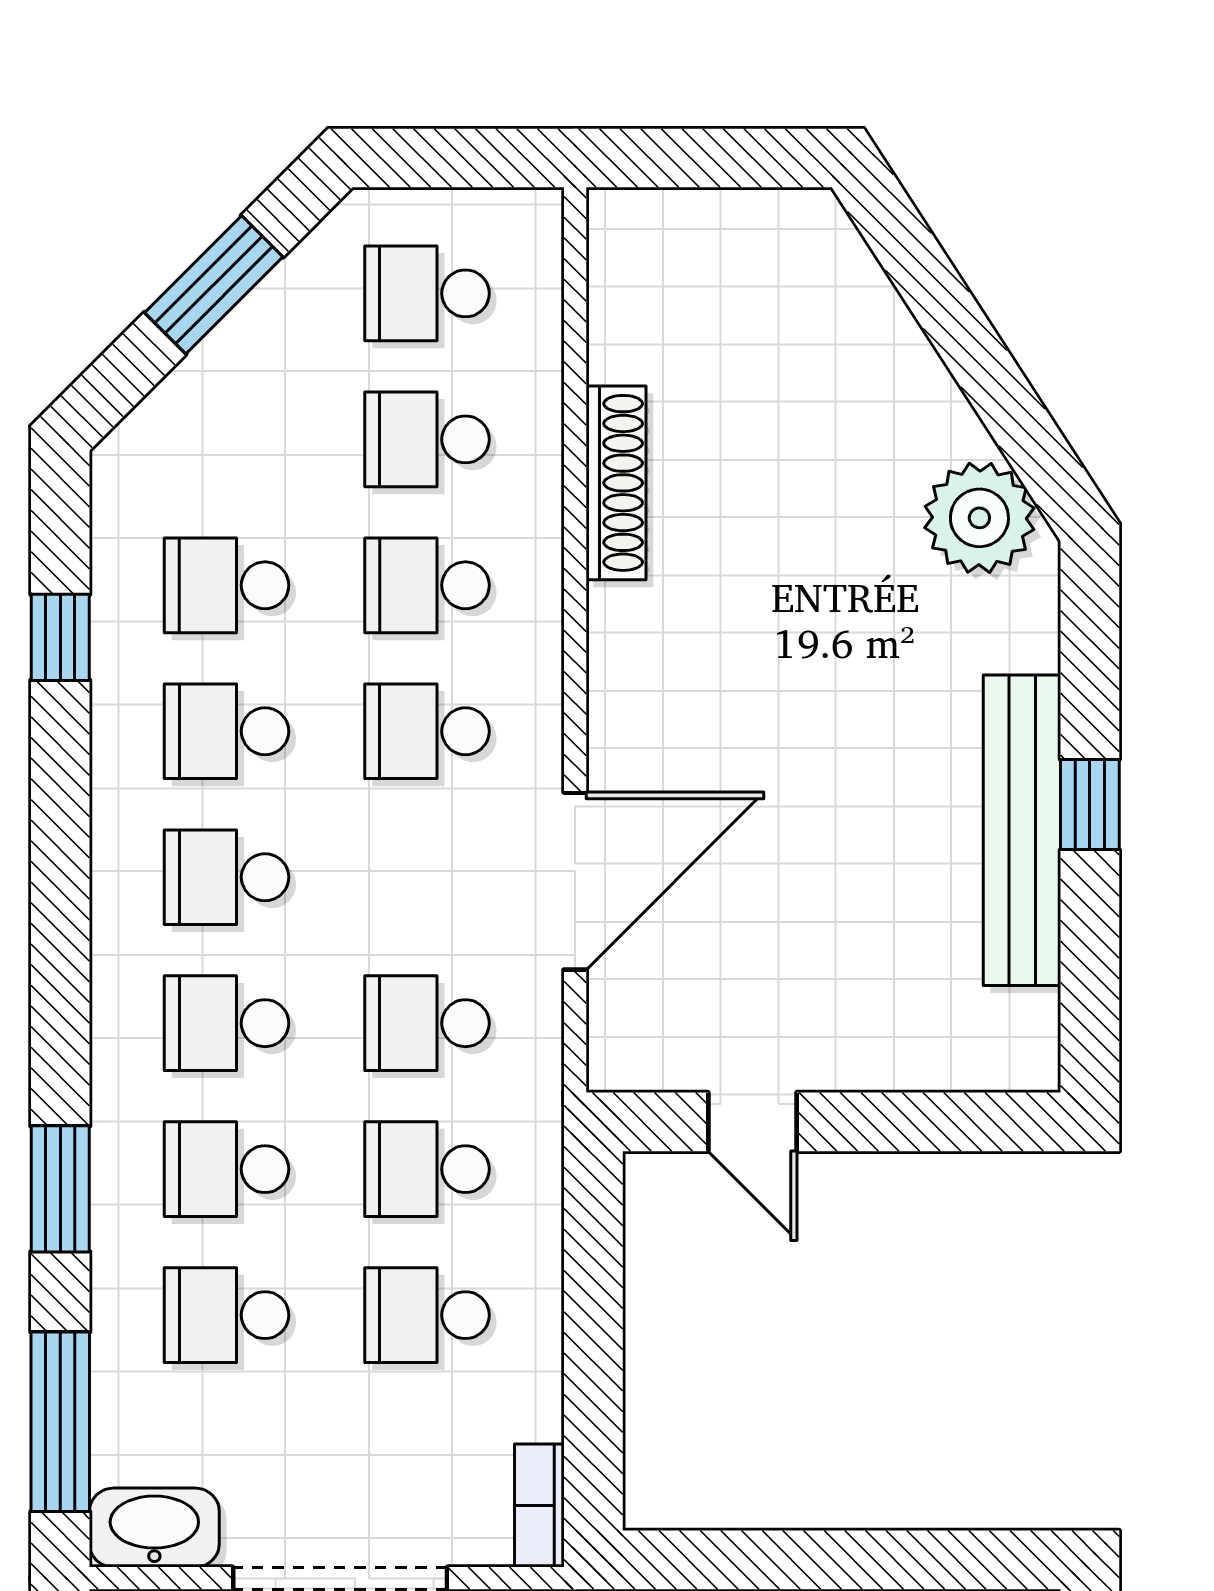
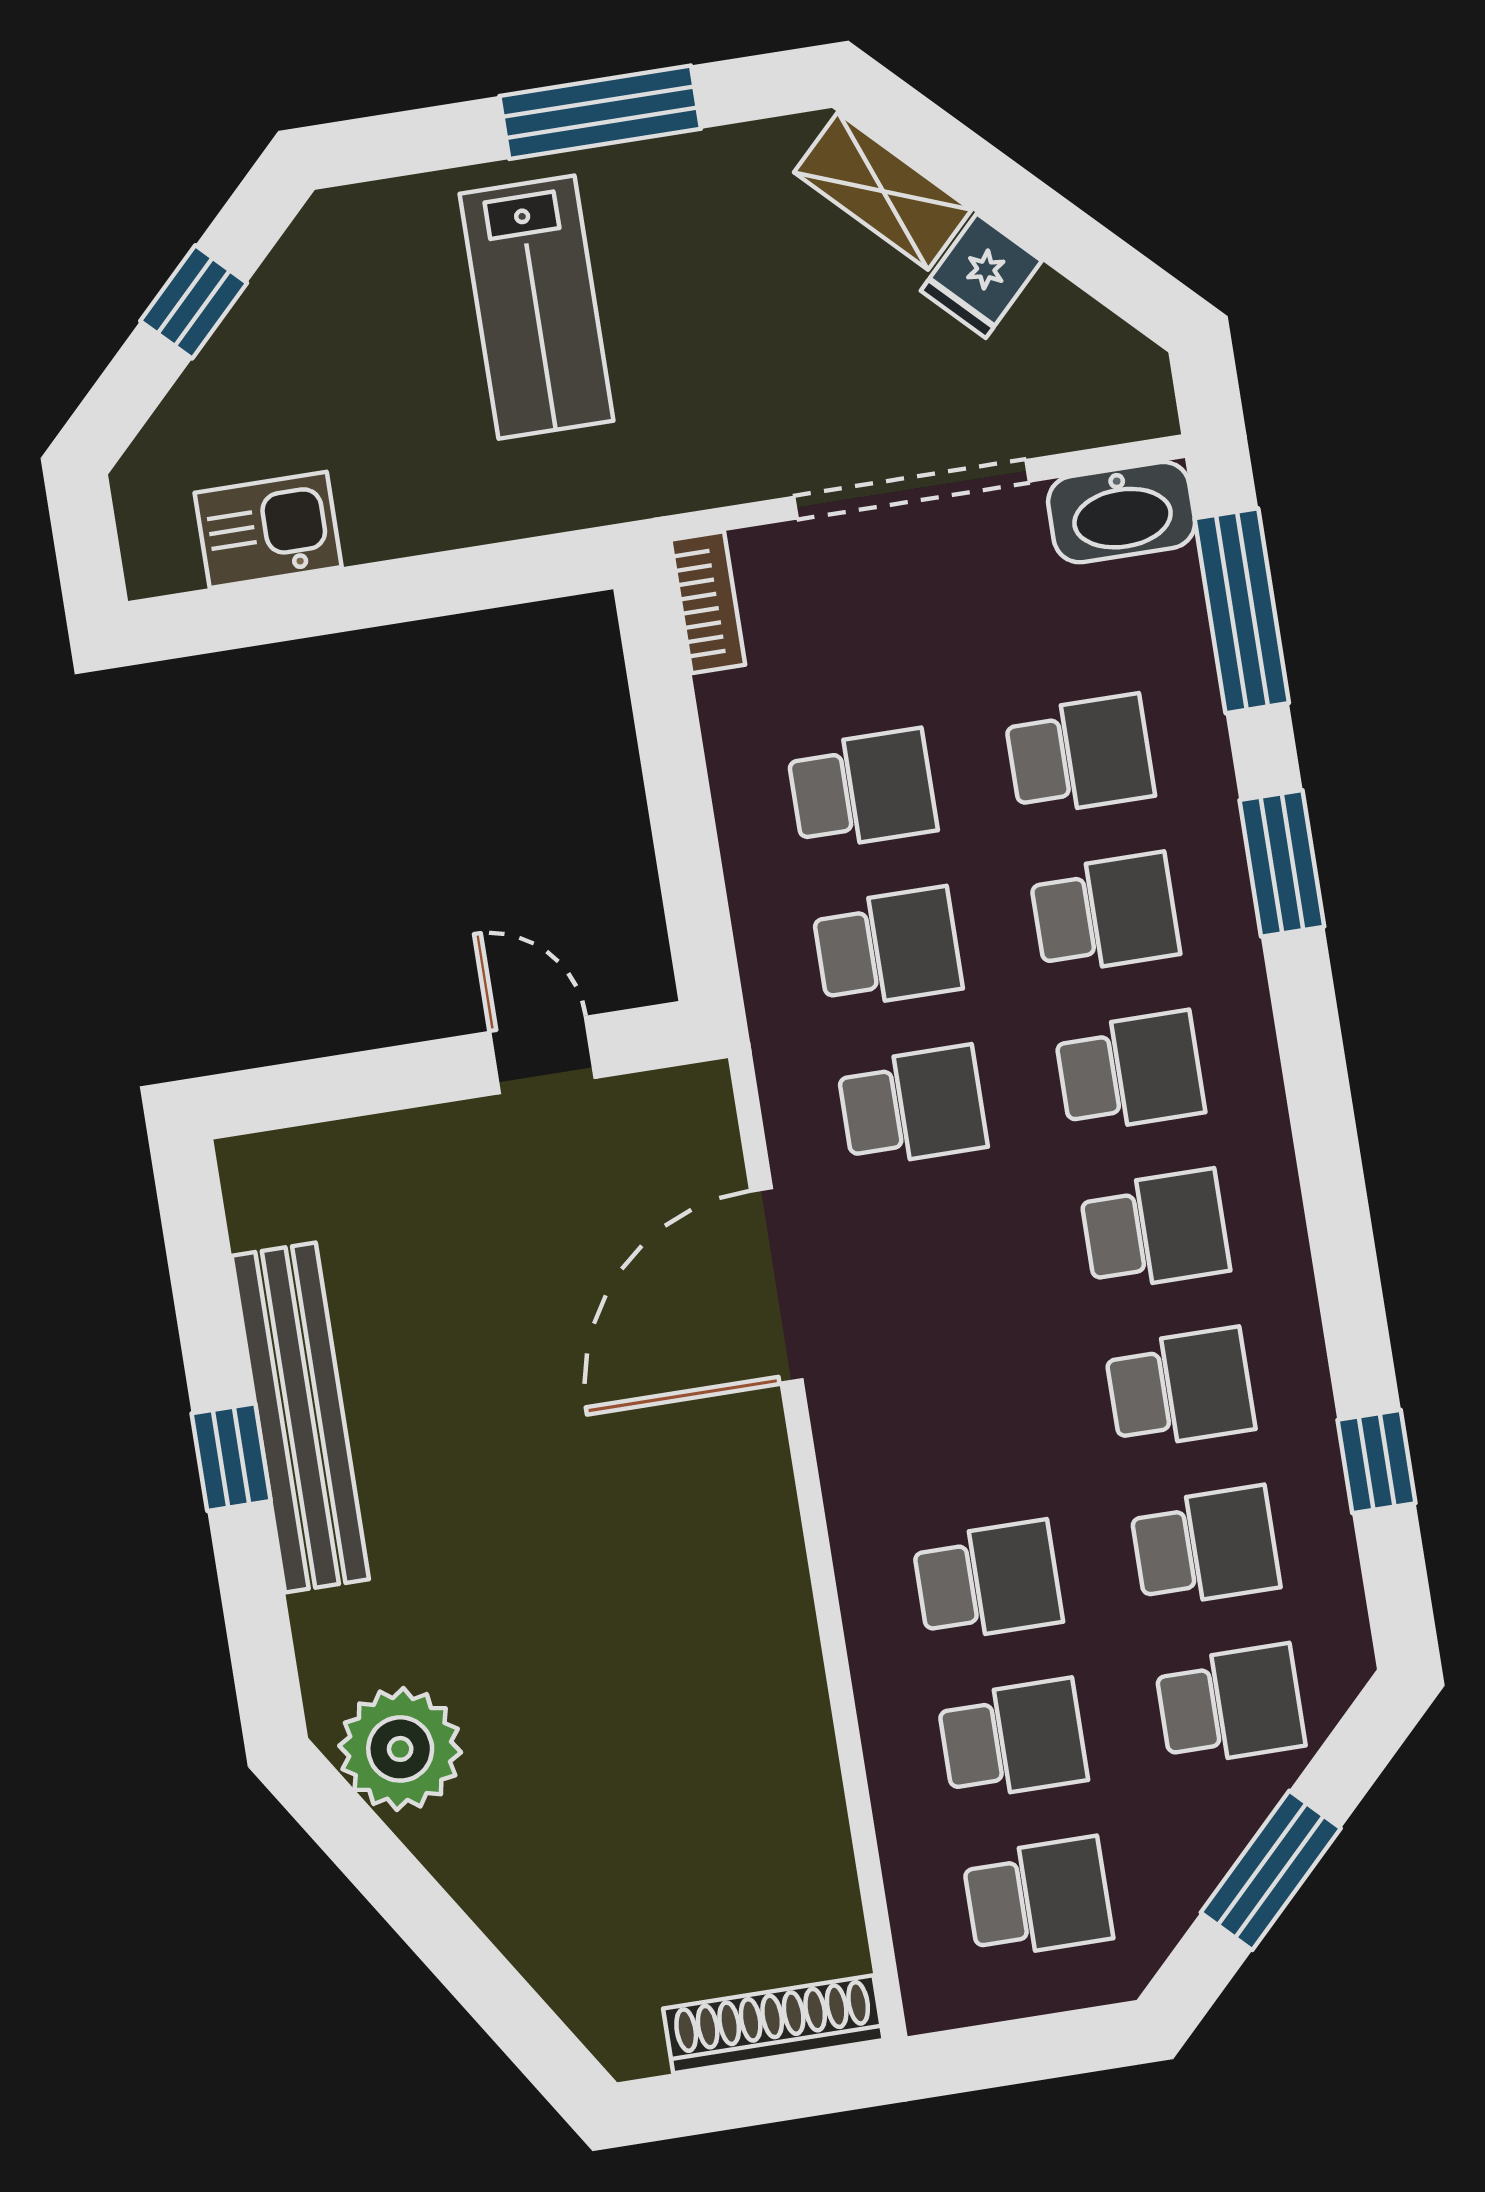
shoe rack: (616, 483) -> (773, 2024), moved, turned 90
school desk: (427, 731) -> (1230, 1705), moved

